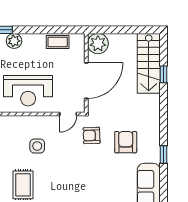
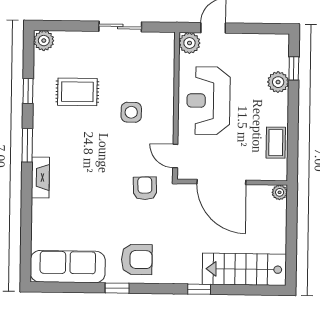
plant: (98, 44) -> (280, 192), width x0.53, depth x0.53
window: (164, 74) -> (199, 289), moved
armchair: (126, 142) -> (137, 260), moved

